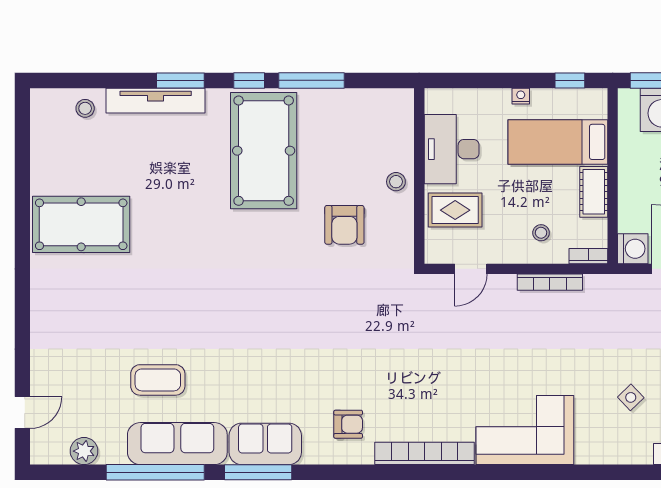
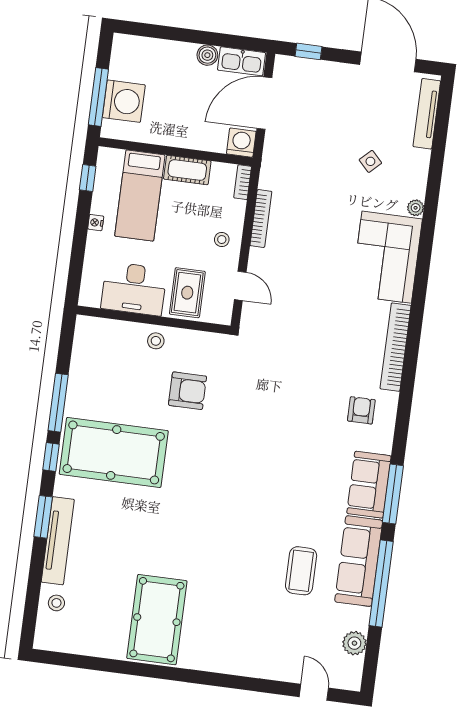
stool: (541, 233) -> (222, 240), moved
plant: (585, 455) -> (416, 208), added

